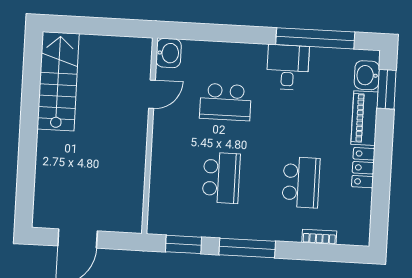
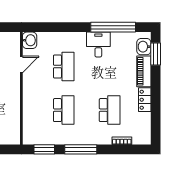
school desk: (225, 102) -> (64, 66), turned -90

